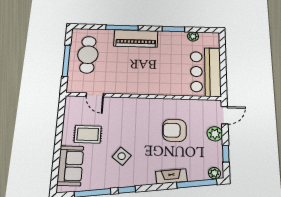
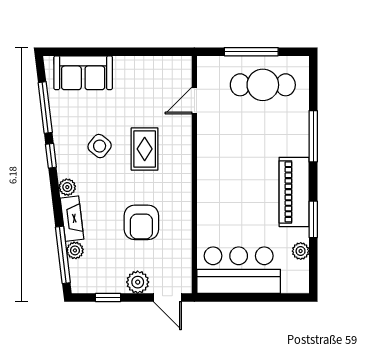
piano: (136, 38) -> (294, 192), moved
armchair: (174, 130) -> (141, 222), turned 180
rug: (88, 134) -> (145, 149), moved
plant: (214, 173) -> (75, 250), moved
plant: (149, 179) -> (67, 187), added

